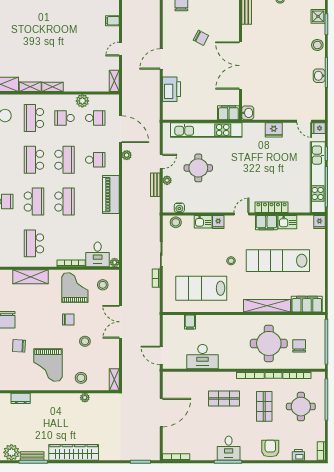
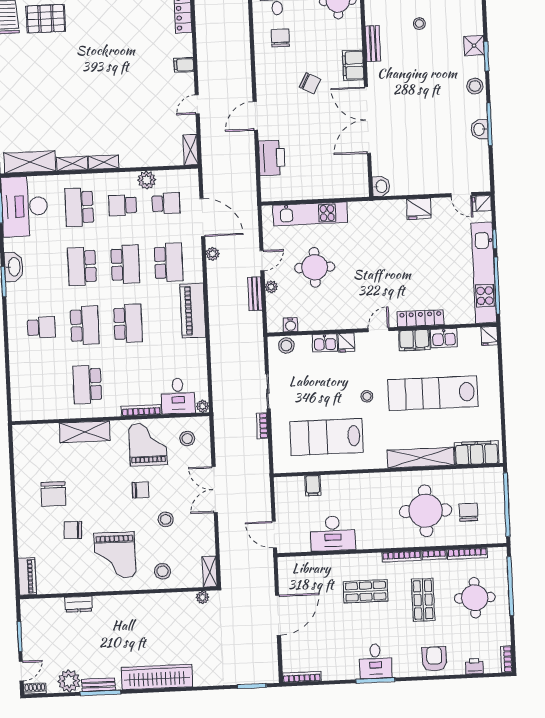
filing cabinet: (228, 113) -> (353, 65), moved, turned -90
kitchen unit: (206, 130) -> (310, 214), width x0.73
school desk: (95, 160) -> (169, 262), width x1.85
plant: (85, 398) -> (202, 597), moved

